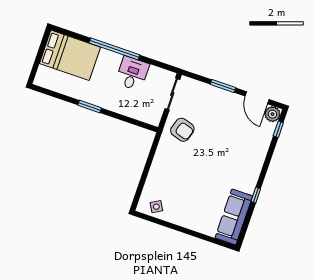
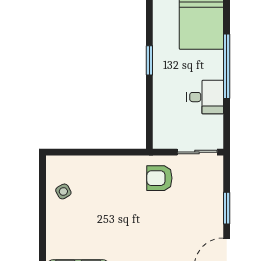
armchair: (182, 130) -> (159, 178), turned 73
side table: (156, 207) -> (63, 191), moved

